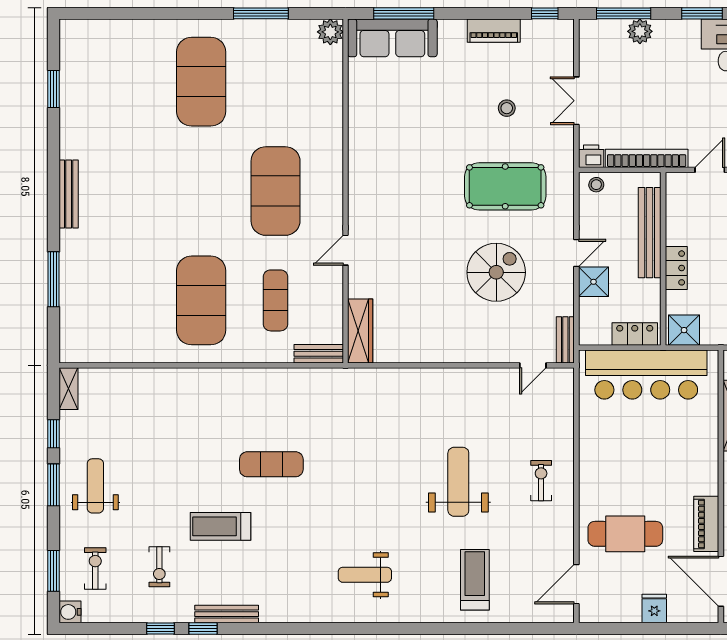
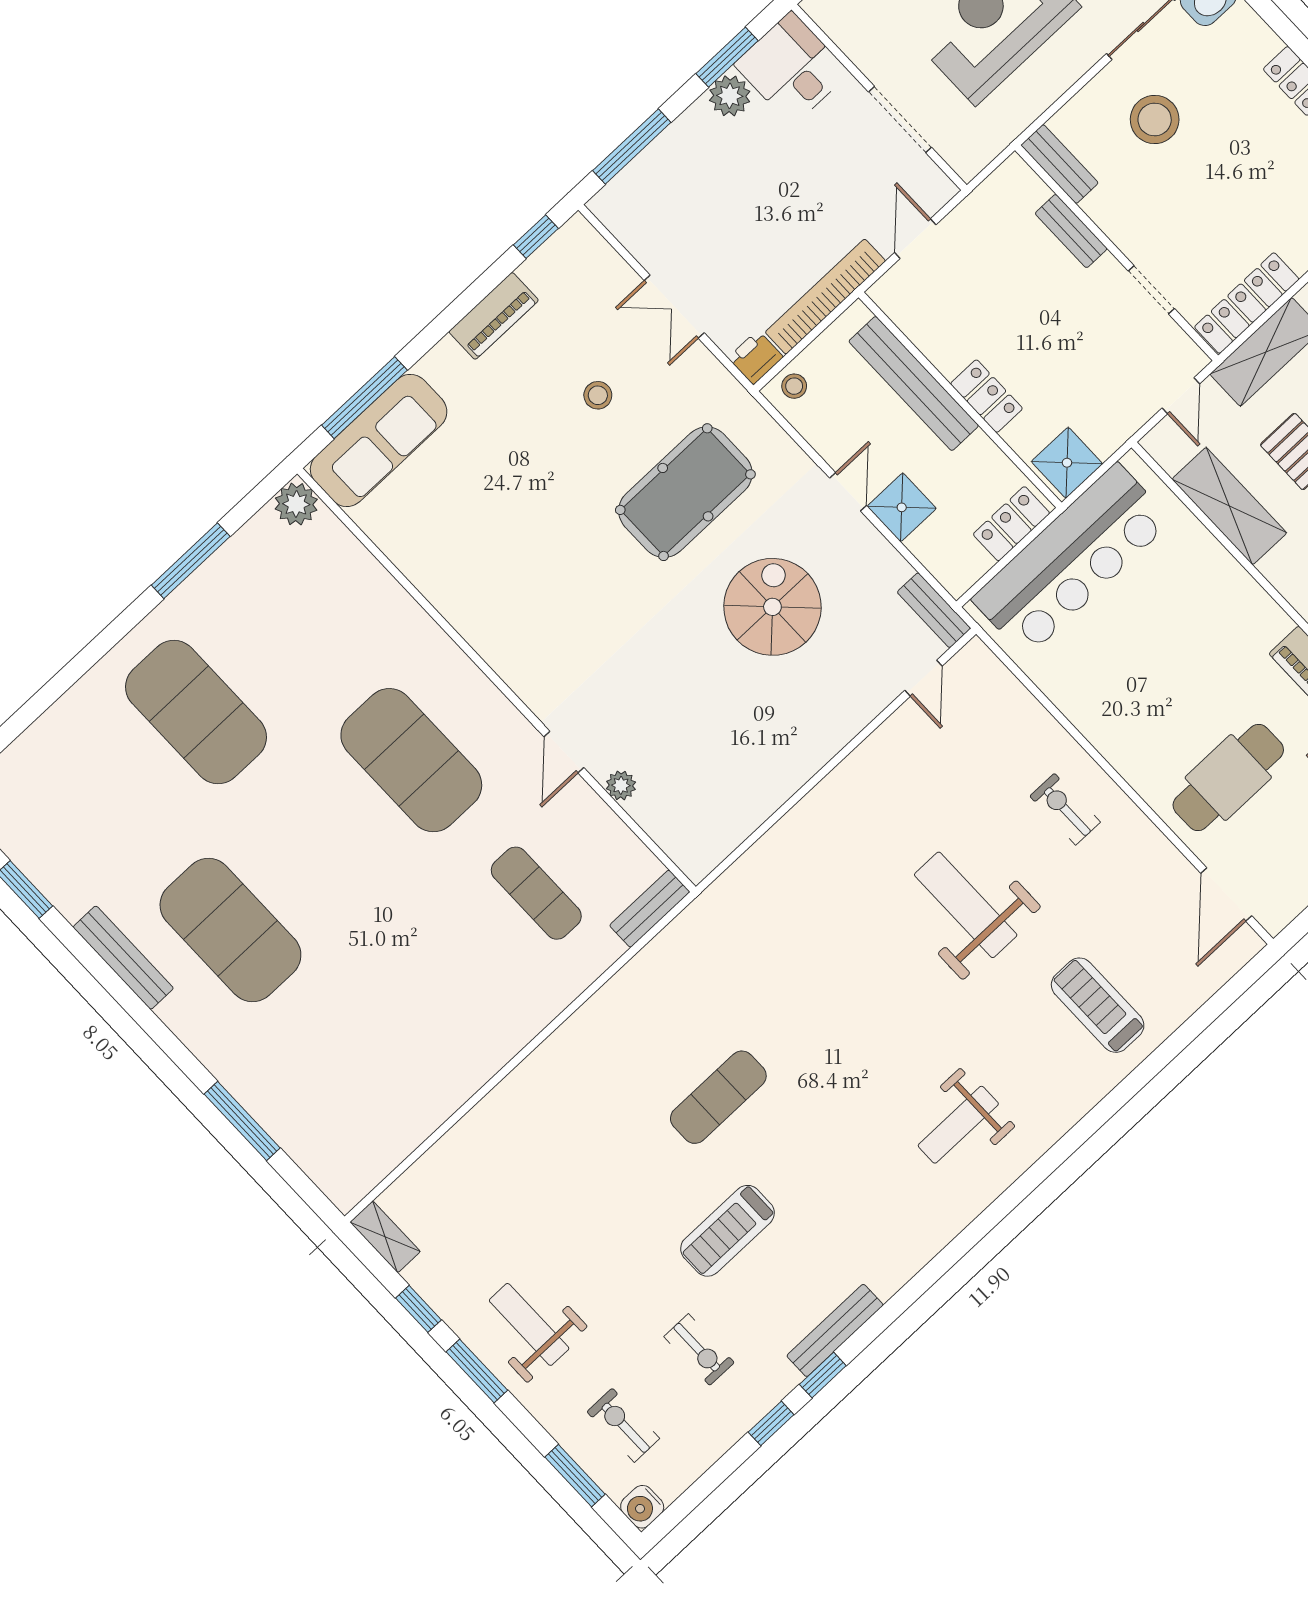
plant: (640, 31) -> (730, 96), moved
bench: (69, 194) -> (123, 958), moved
plant: (357, 288) -> (621, 785), added
exercise mat: (201, 300) -> (230, 930), moved
wardrobe: (360, 331) -> (674, 834), removed

